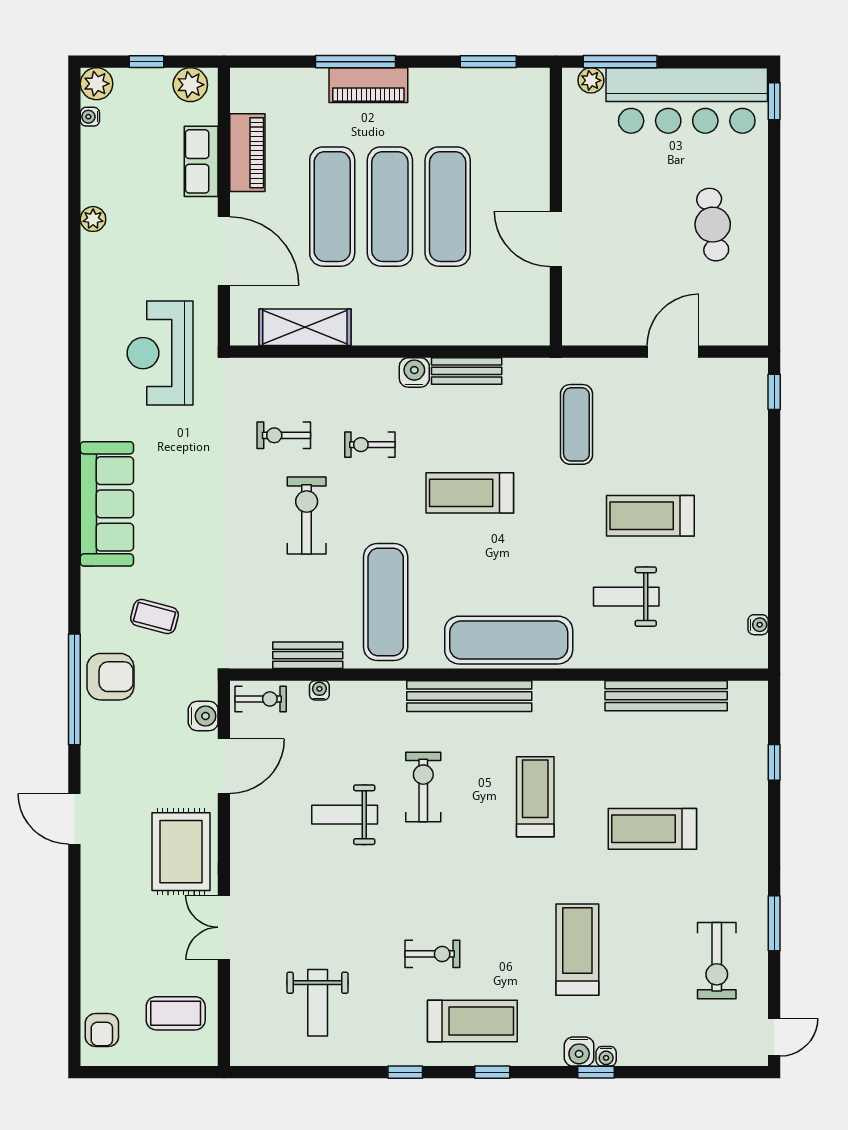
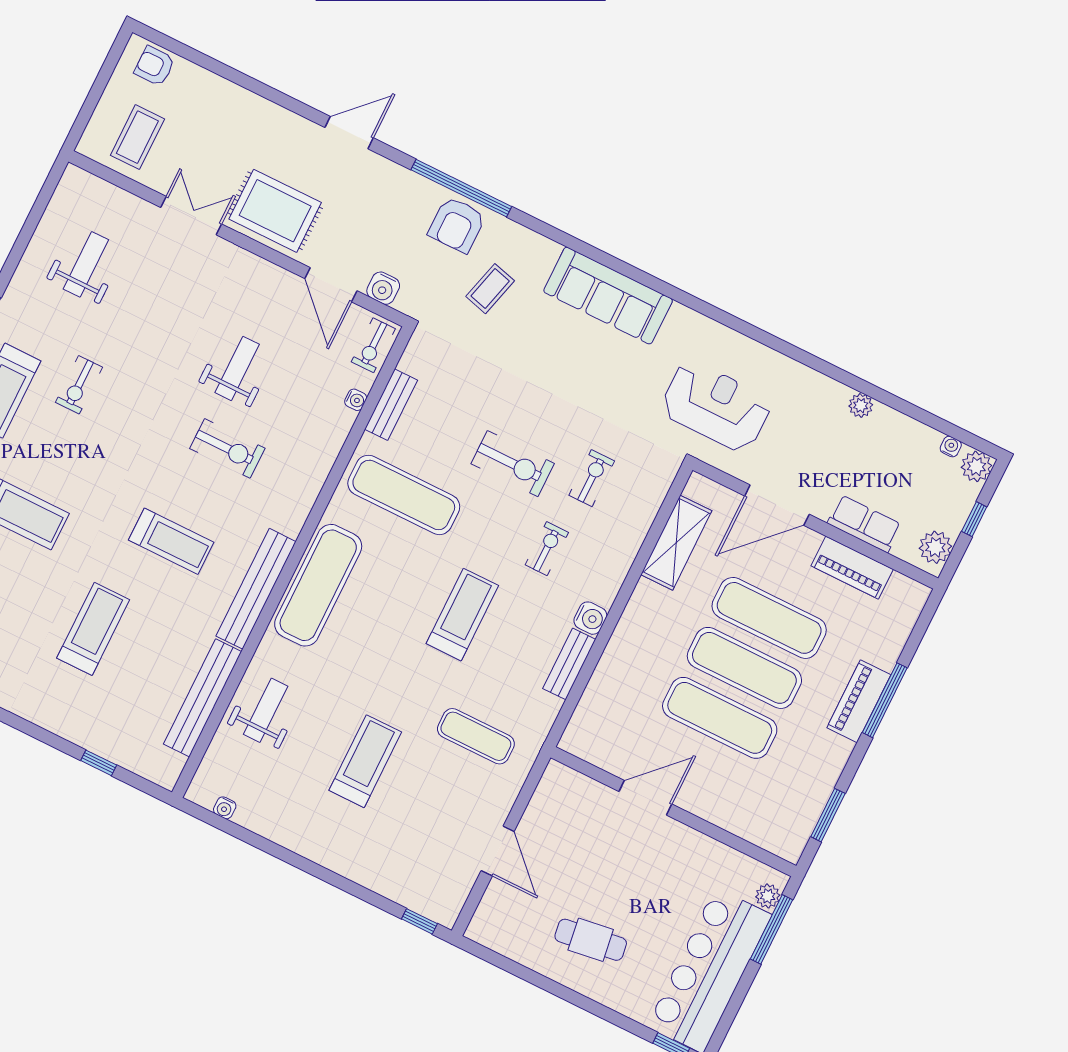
weight bench: (626, 597) -> (266, 710), moved
bench: (469, 696) -> (256, 589), moved
weight bench: (318, 1003) -> (86, 264), turned 90

